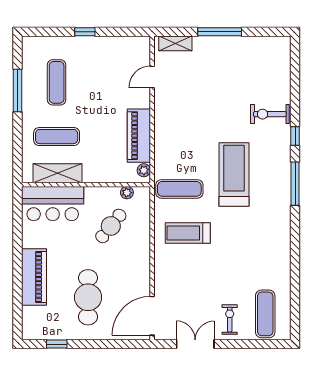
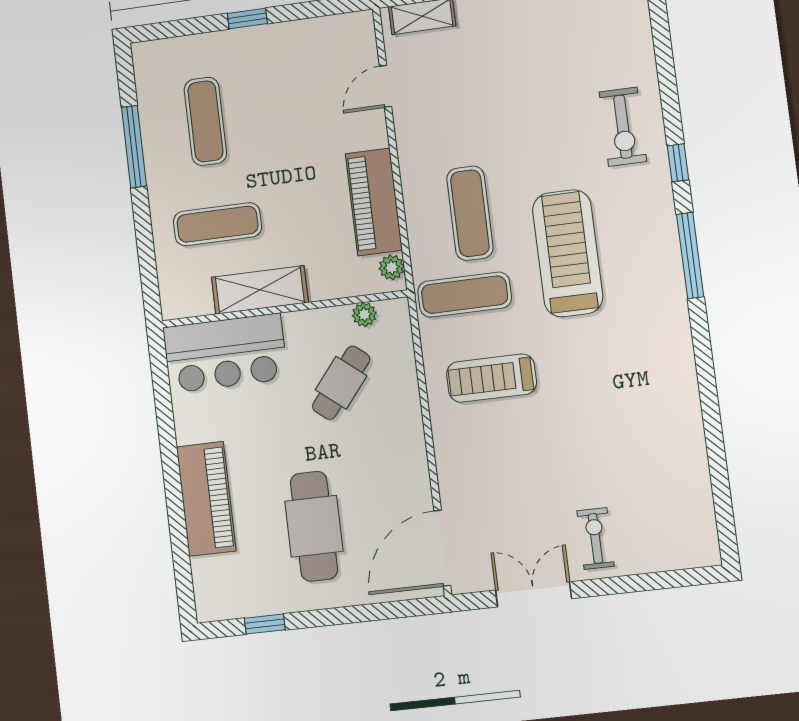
exercise bike: (270, 114) -> (623, 127), turned -90
shelving: (58, 173) -> (260, 290), moved
exercise mat: (265, 314) -> (470, 213), moved

